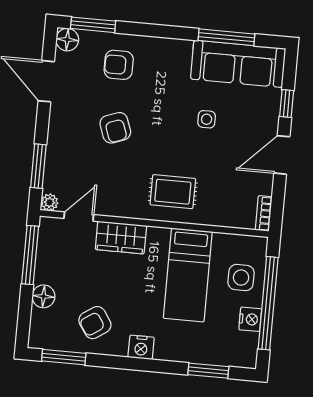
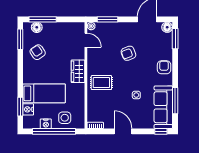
armchair: (119, 65) -> (164, 67), moved
window: (287, 104) -> (161, 131), moved
rug: (173, 192) -> (101, 83), turned 90
wardrobe: (121, 238) -> (78, 71), moved
window: (30, 255) -> (43, 19), moved
bed: (188, 275) -> (44, 93), moved, turned 180
floor lamp: (44, 296) -> (37, 27), moved
nightstand: (141, 347) -> (28, 109), moved

